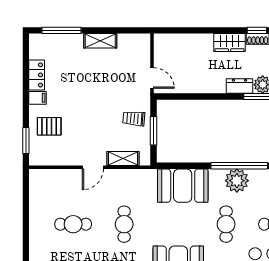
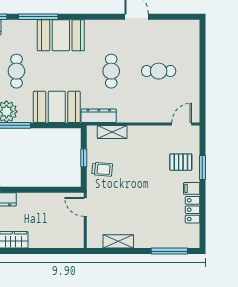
shelving: (100, 41) -> (118, 241), moved
window: (154, 131) -> (84, 158), width x0.67
window: (26, 141) -> (202, 168), moved
door: (93, 167) -> (182, 124), moved
dresser: (138, 176) -> (99, 116), added

